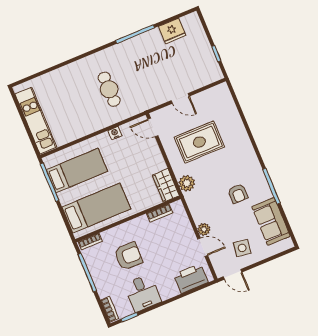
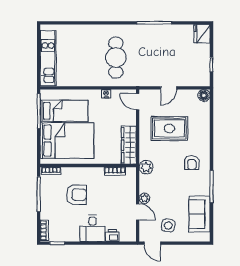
fridge: (172, 31) -> (202, 34), moved, turned 90
cafe table: (109, 89) -> (116, 58), width x1.37, depth x1.35
floor lamp: (222, 91) -> (204, 95), added
door: (180, 98) -> (169, 88), hinge flipped
plant: (187, 183) -> (146, 167), moved
wardrobe: (166, 185) -> (129, 145), width x1.50
armchair: (238, 194) -> (192, 163), moved
bed: (96, 208) -> (67, 141), width x1.50
printer: (191, 278) -> (112, 236), width x0.53, depth x0.68
desk: (143, 293) -> (92, 228), moved

